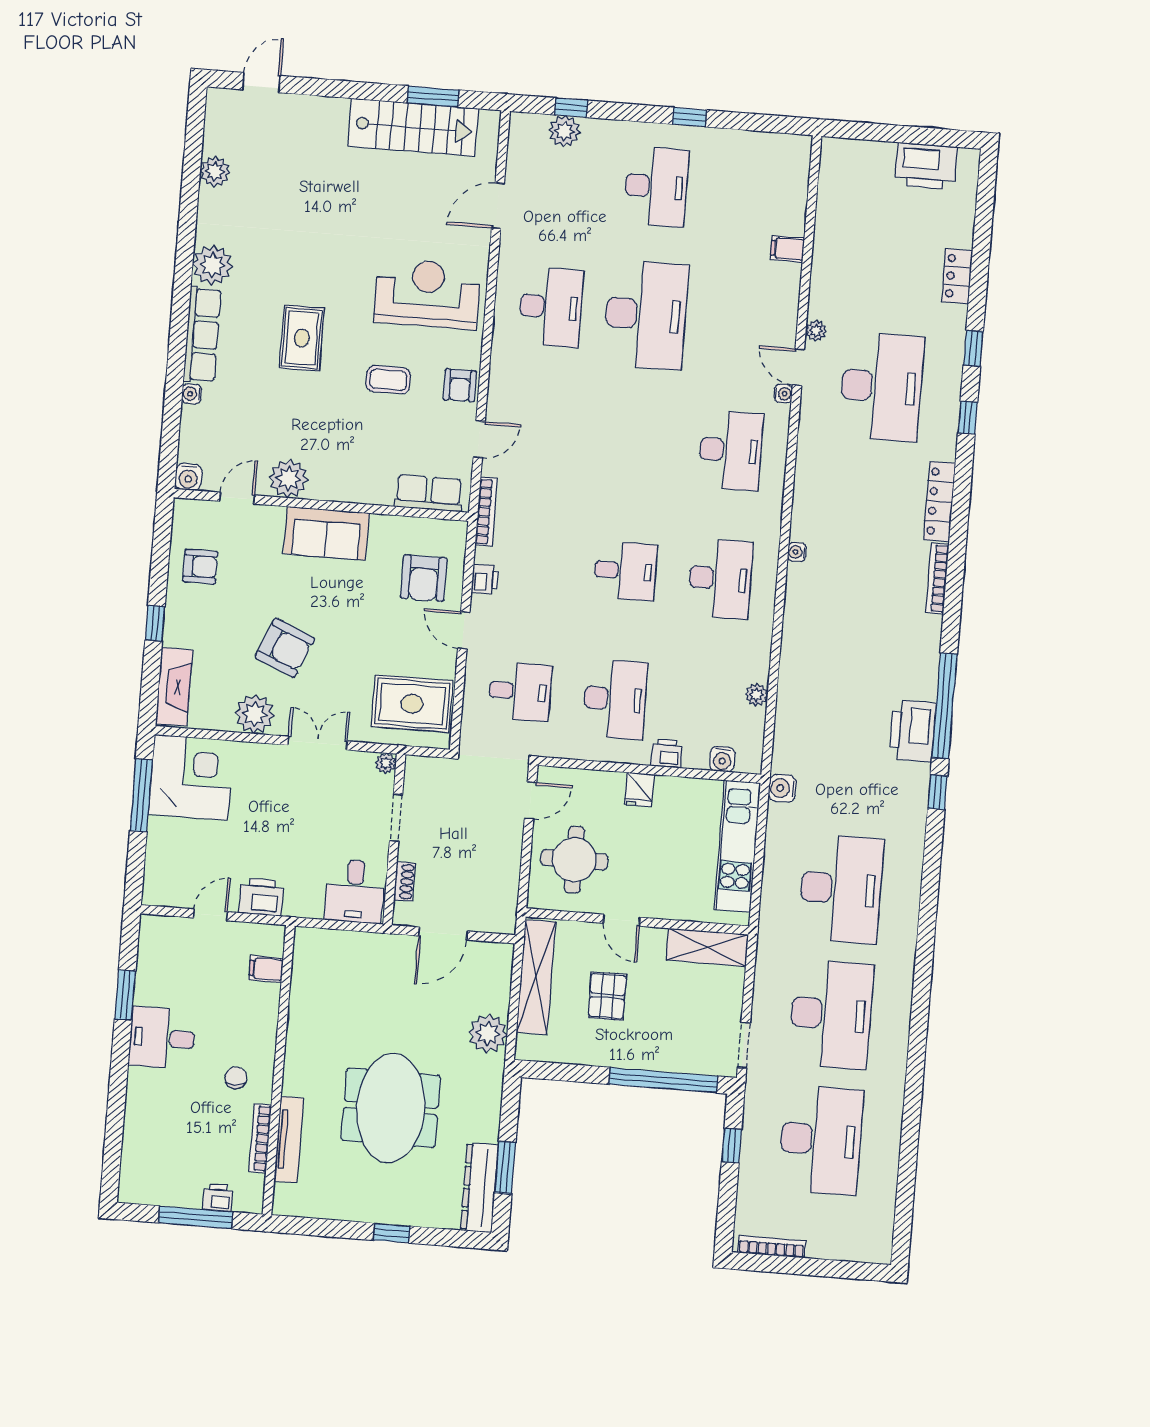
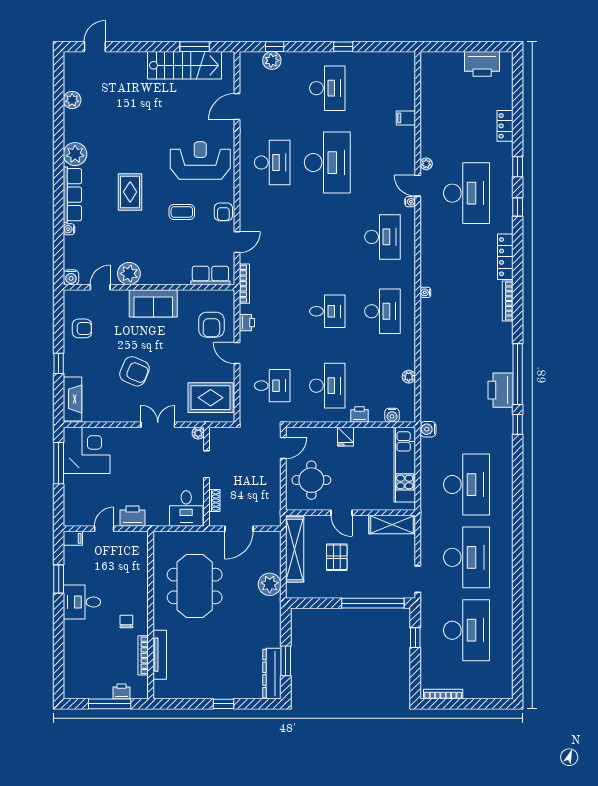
plant: (255, 714) -> (120, 411), removed
filing cabinet: (266, 969) -> (73, 538), moved, turned 180
meeting table: (391, 1108) -> (195, 586), moved

